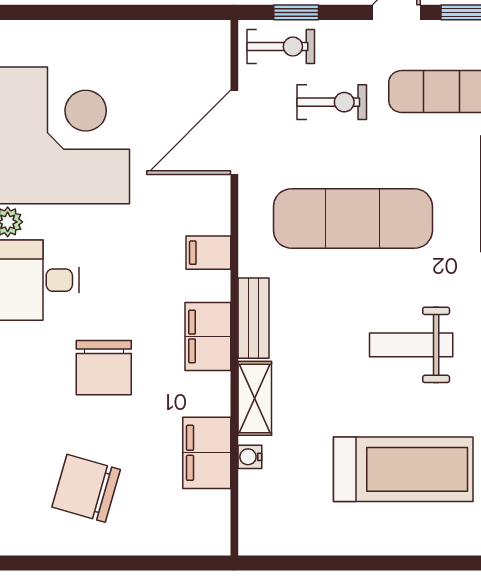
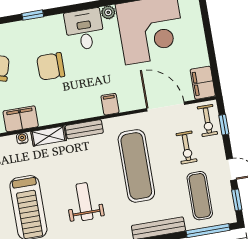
filing cabinet: (208, 336) -> (203, 83), moved, turned -90

